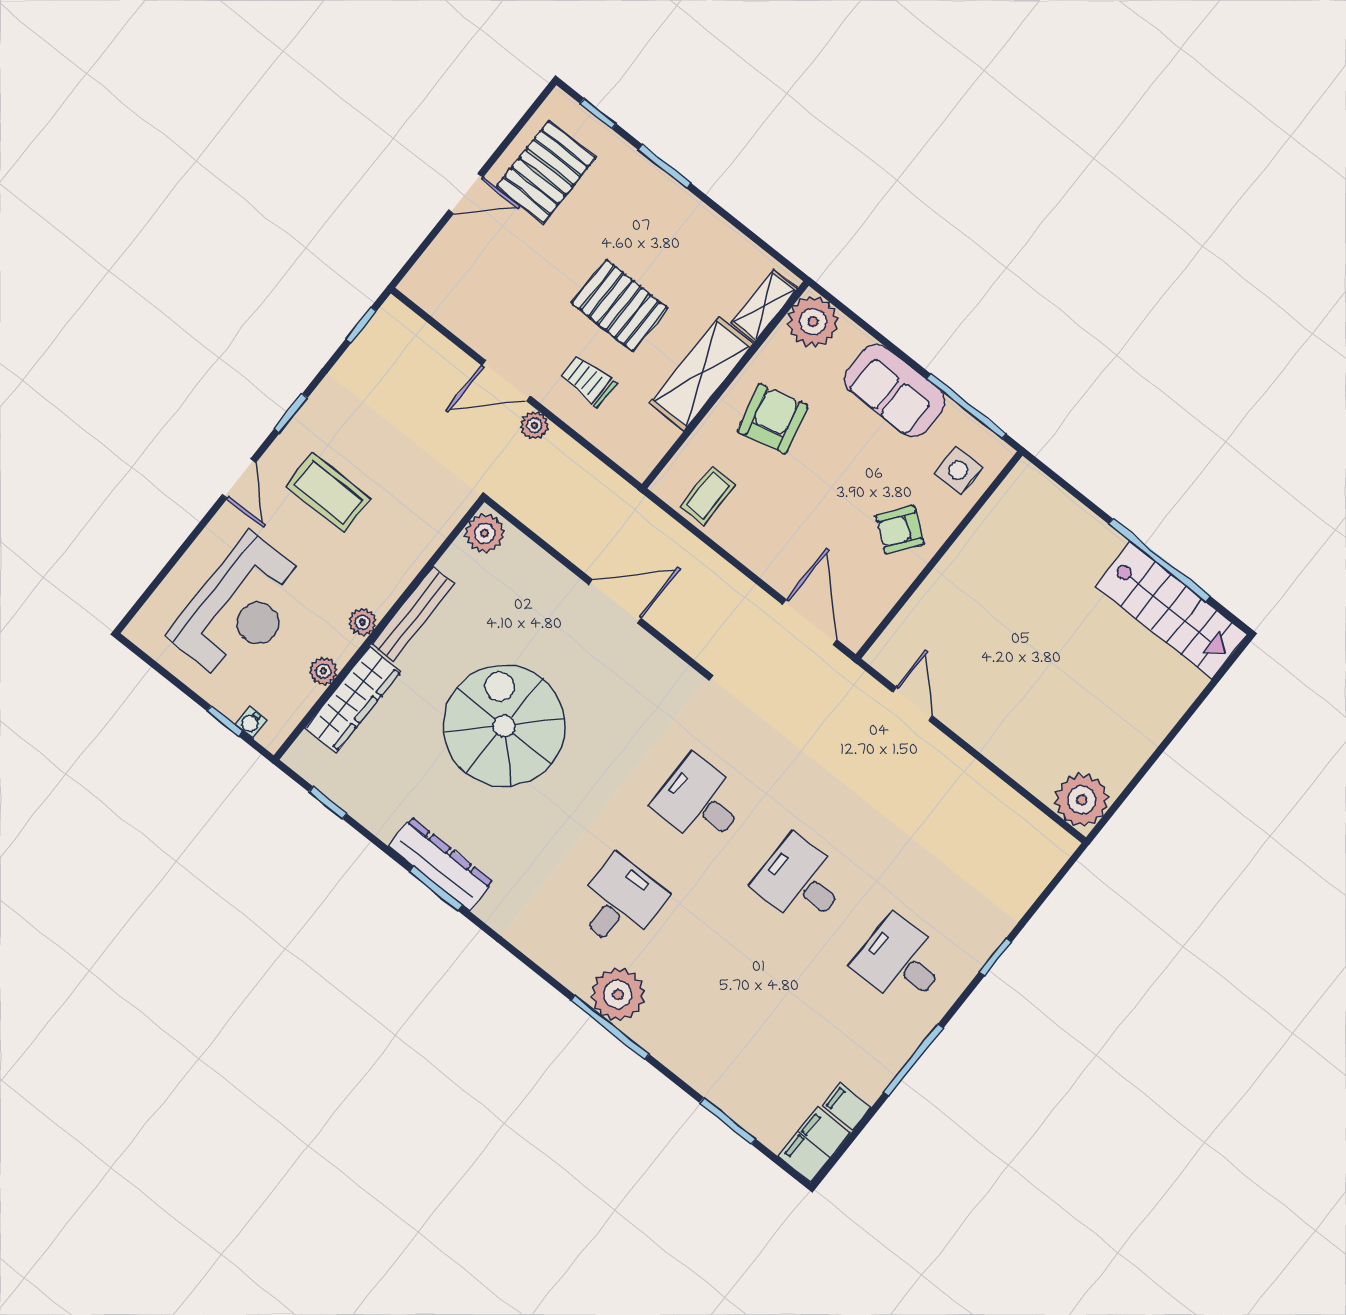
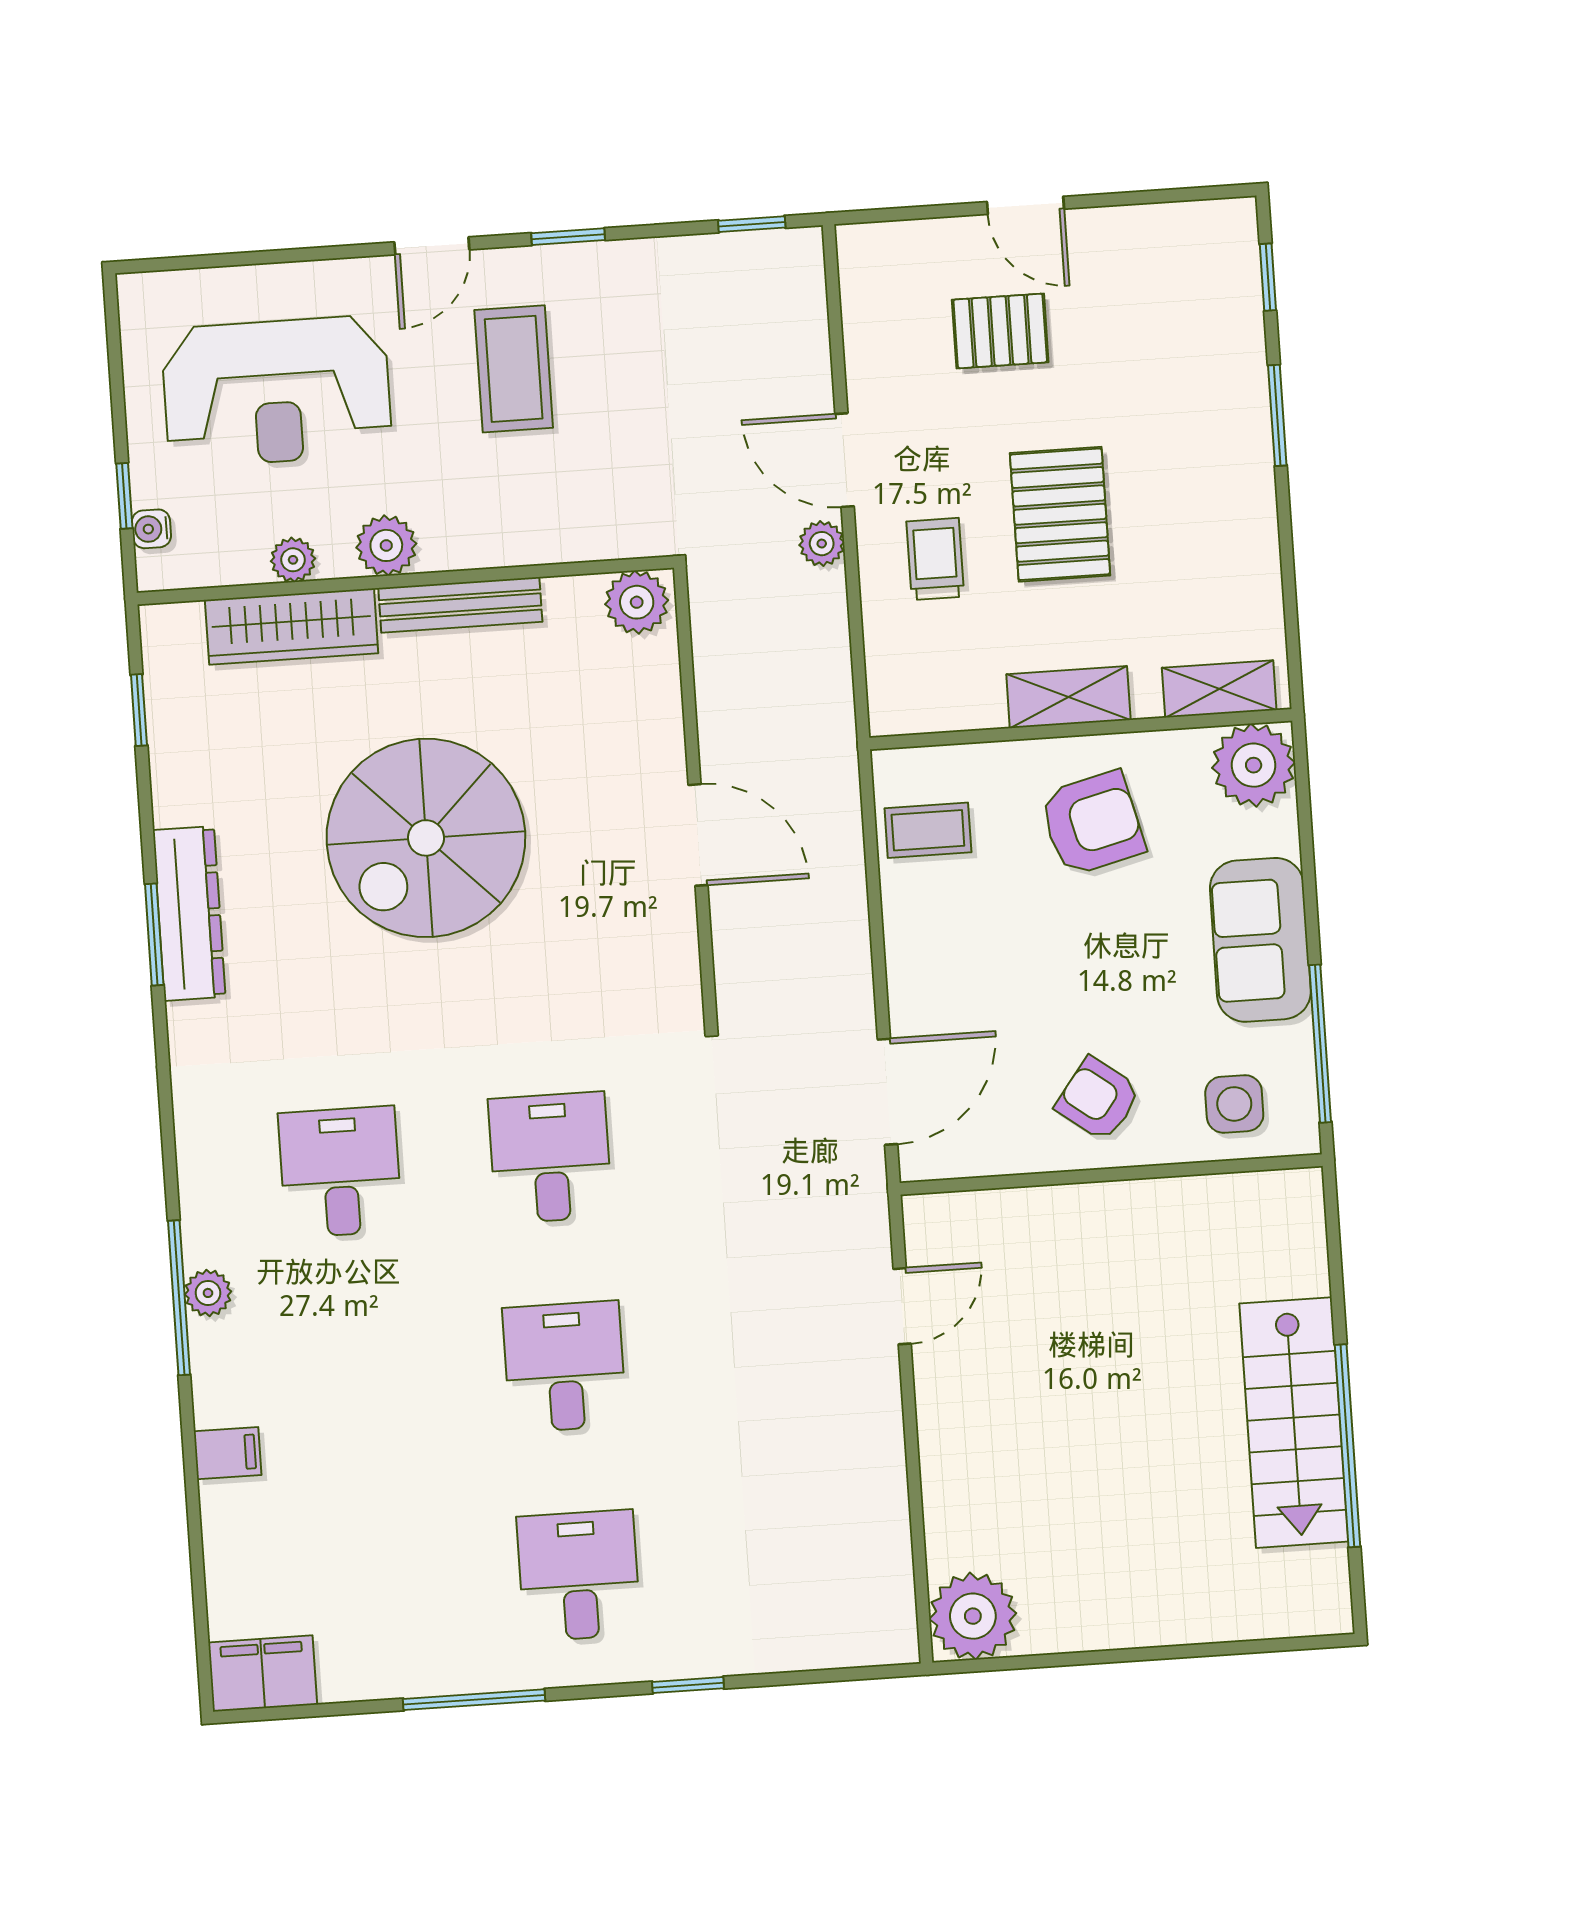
pallet: (546, 172) -> (1000, 331), moved, width x0.67, depth x0.71
shelving: (701, 374) -> (1068, 697), width x0.67, depth x0.75
stairs: (1171, 610) -> (1294, 1423), moved
plant: (363, 622) -> (386, 545), width x1.38, depth x1.38
spiral stairs: (504, 726) -> (426, 838), turned 180
desk: (620, 902) -> (340, 1172), turned -90
plant: (618, 995) -> (208, 1293), width x0.53, depth x0.53
filing cabinet: (847, 1107) -> (228, 1453), moved, turned 90
window: (728, 1121) -> (196, 1543), removed

